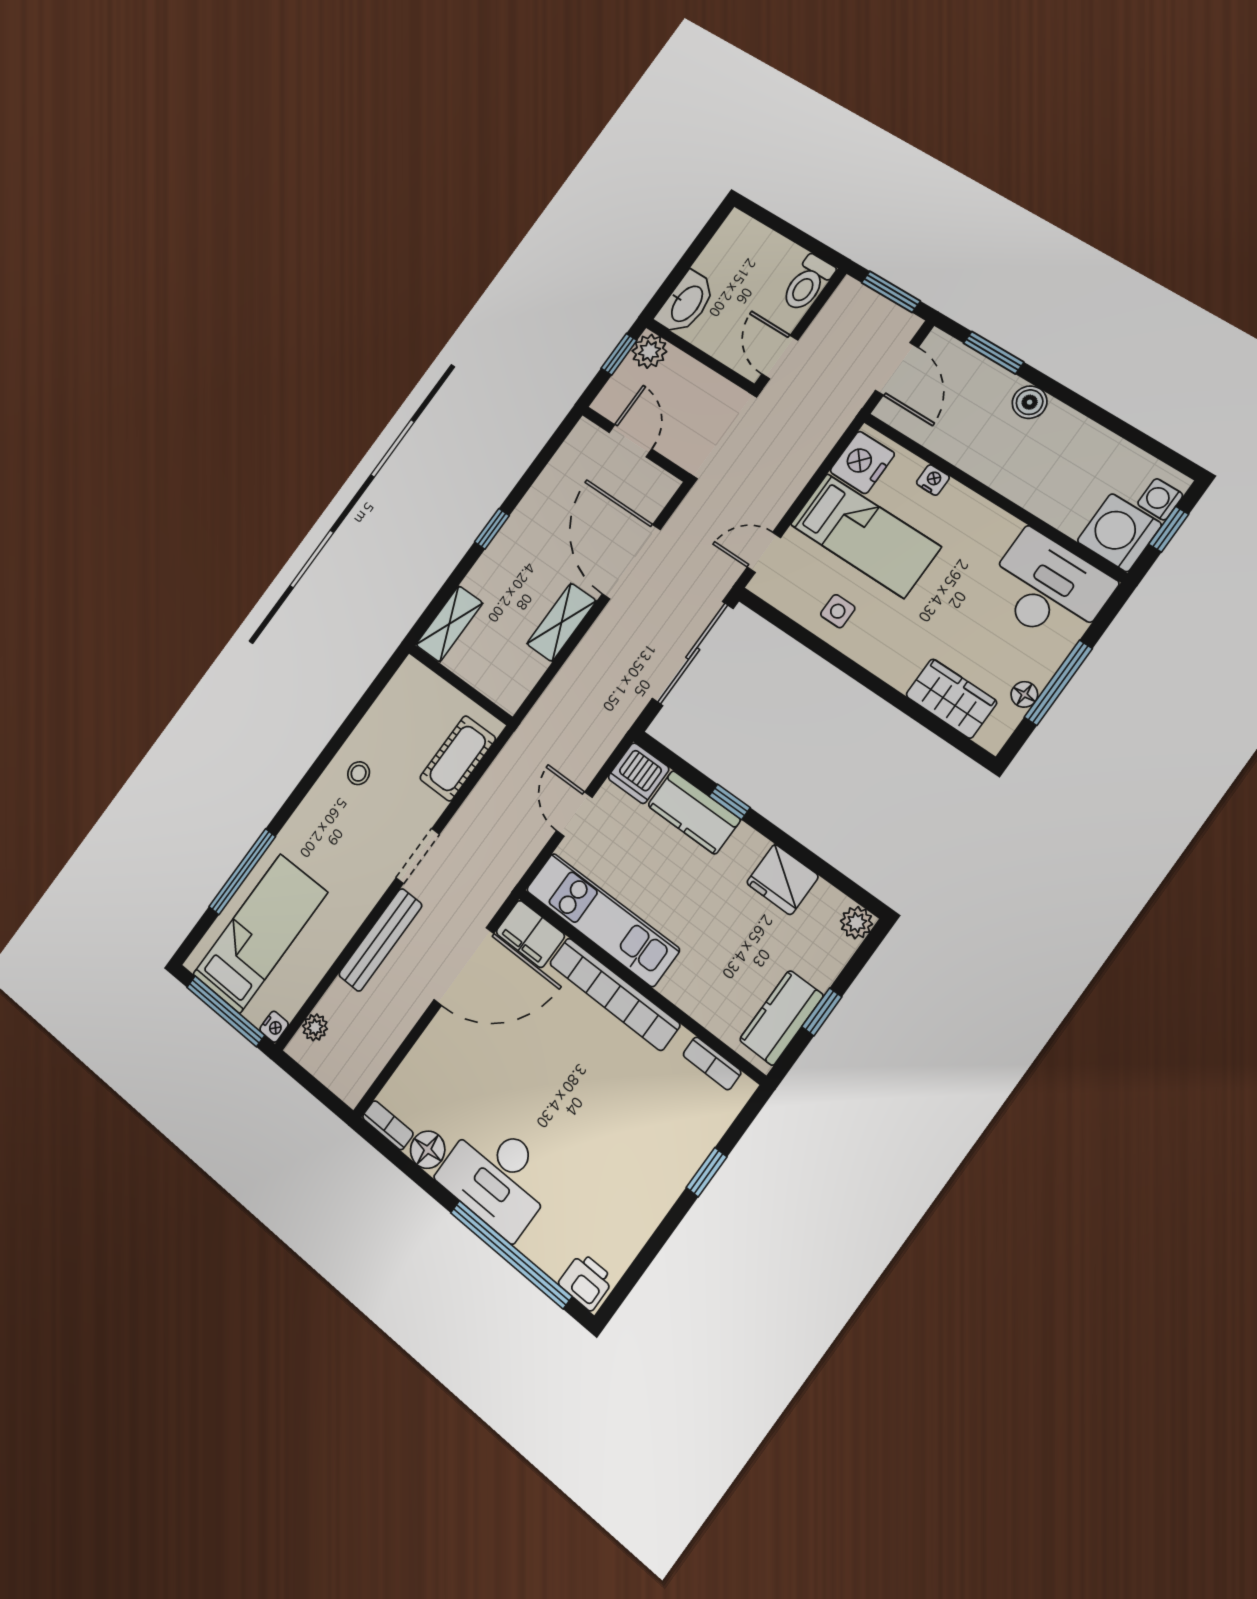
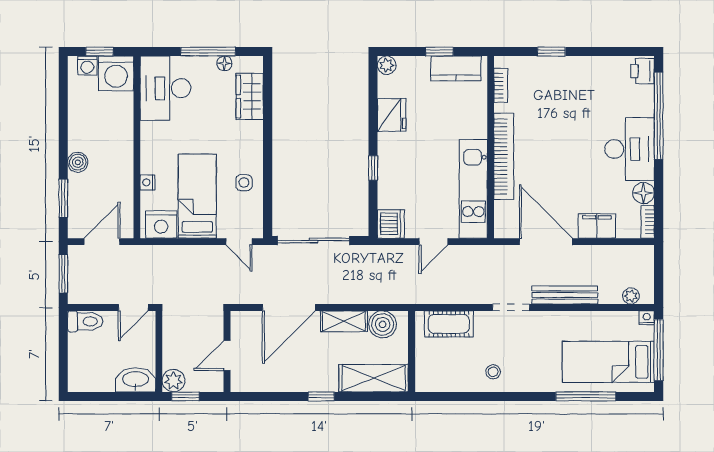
shelving: (449, 624) -> (374, 378), width x1.50, depth x1.33
boiler: (521, 671) -> (383, 324), added
kitchen counter: (694, 812) -> (390, 182), removed
filing cabinet: (530, 934) -> (597, 226), moved, turned -90

